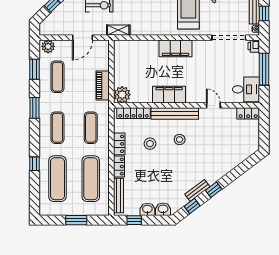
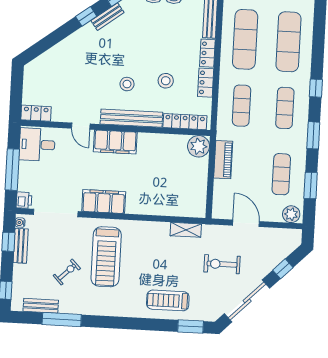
shelving: (118, 30) -> (186, 230), moved
door: (82, 38) -> (246, 223), hinge flipped
filing cabinet: (175, 48) -> (104, 202), moved
filing cabinet: (169, 95) -> (115, 142), moved
window: (35, 164) -> (316, 88), moved

